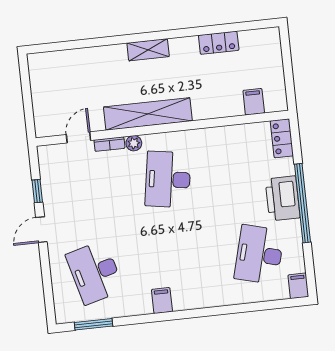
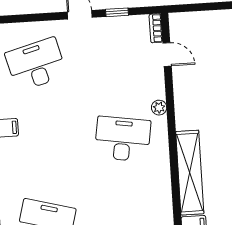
shelving: (148, 114) -> (190, 173), moved
bookcase: (109, 144) -> (156, 28), moved

